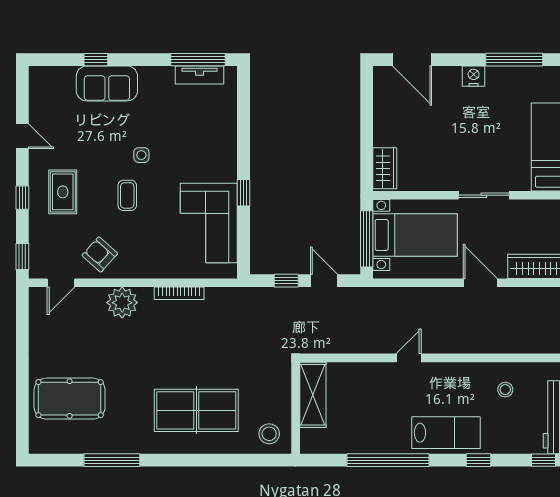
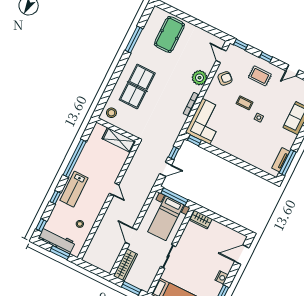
window: (243, 193) -> (194, 140), moved
corner sofa: (209, 223) -> (206, 121), moved, turned 90
door: (480, 283) -> (131, 236), swing flipped

